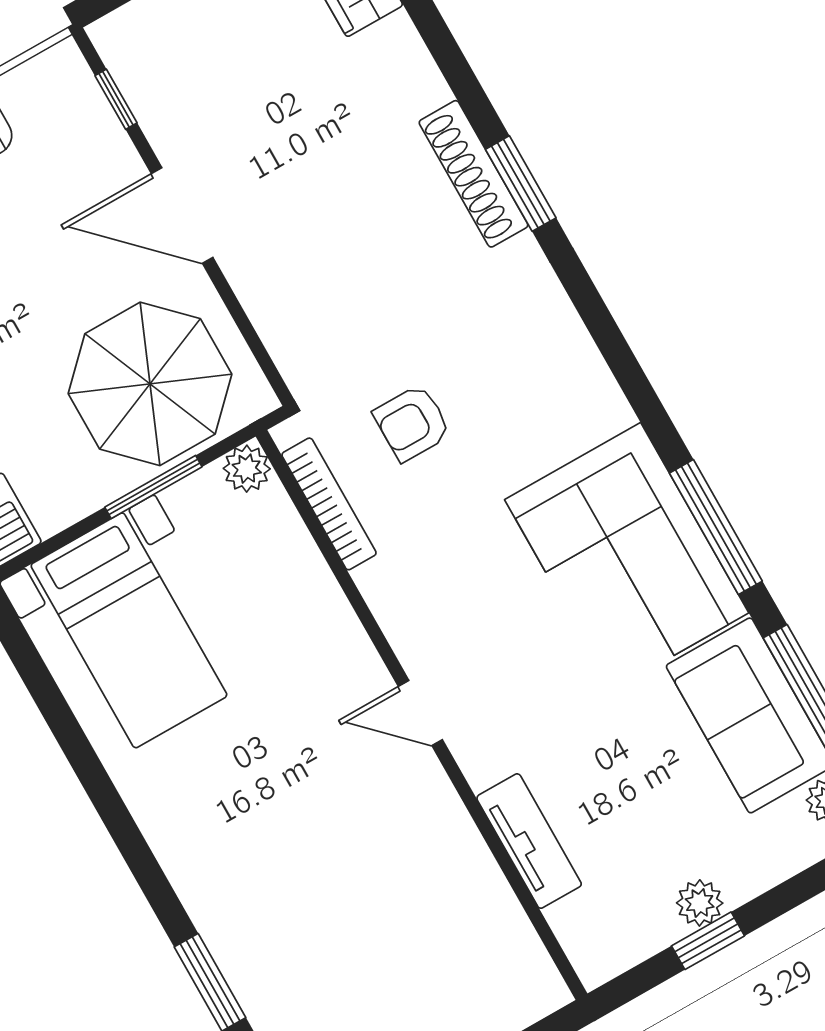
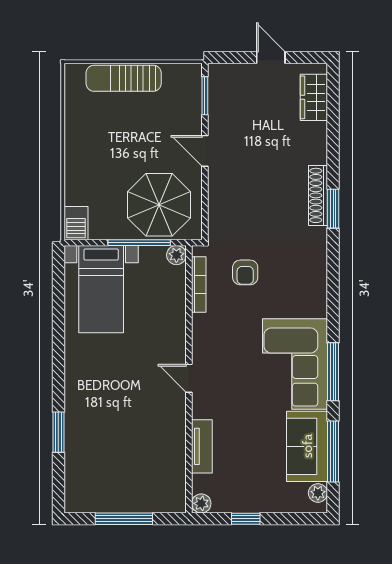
window: (116, 99) -> (205, 96), width x1.50
door: (182, 215) -> (205, 151), width x0.73
armchair: (412, 423) -> (245, 272), turned -90
window: (153, 487) -> (139, 243), width x1.44
plant: (700, 903) -> (201, 503), moved

